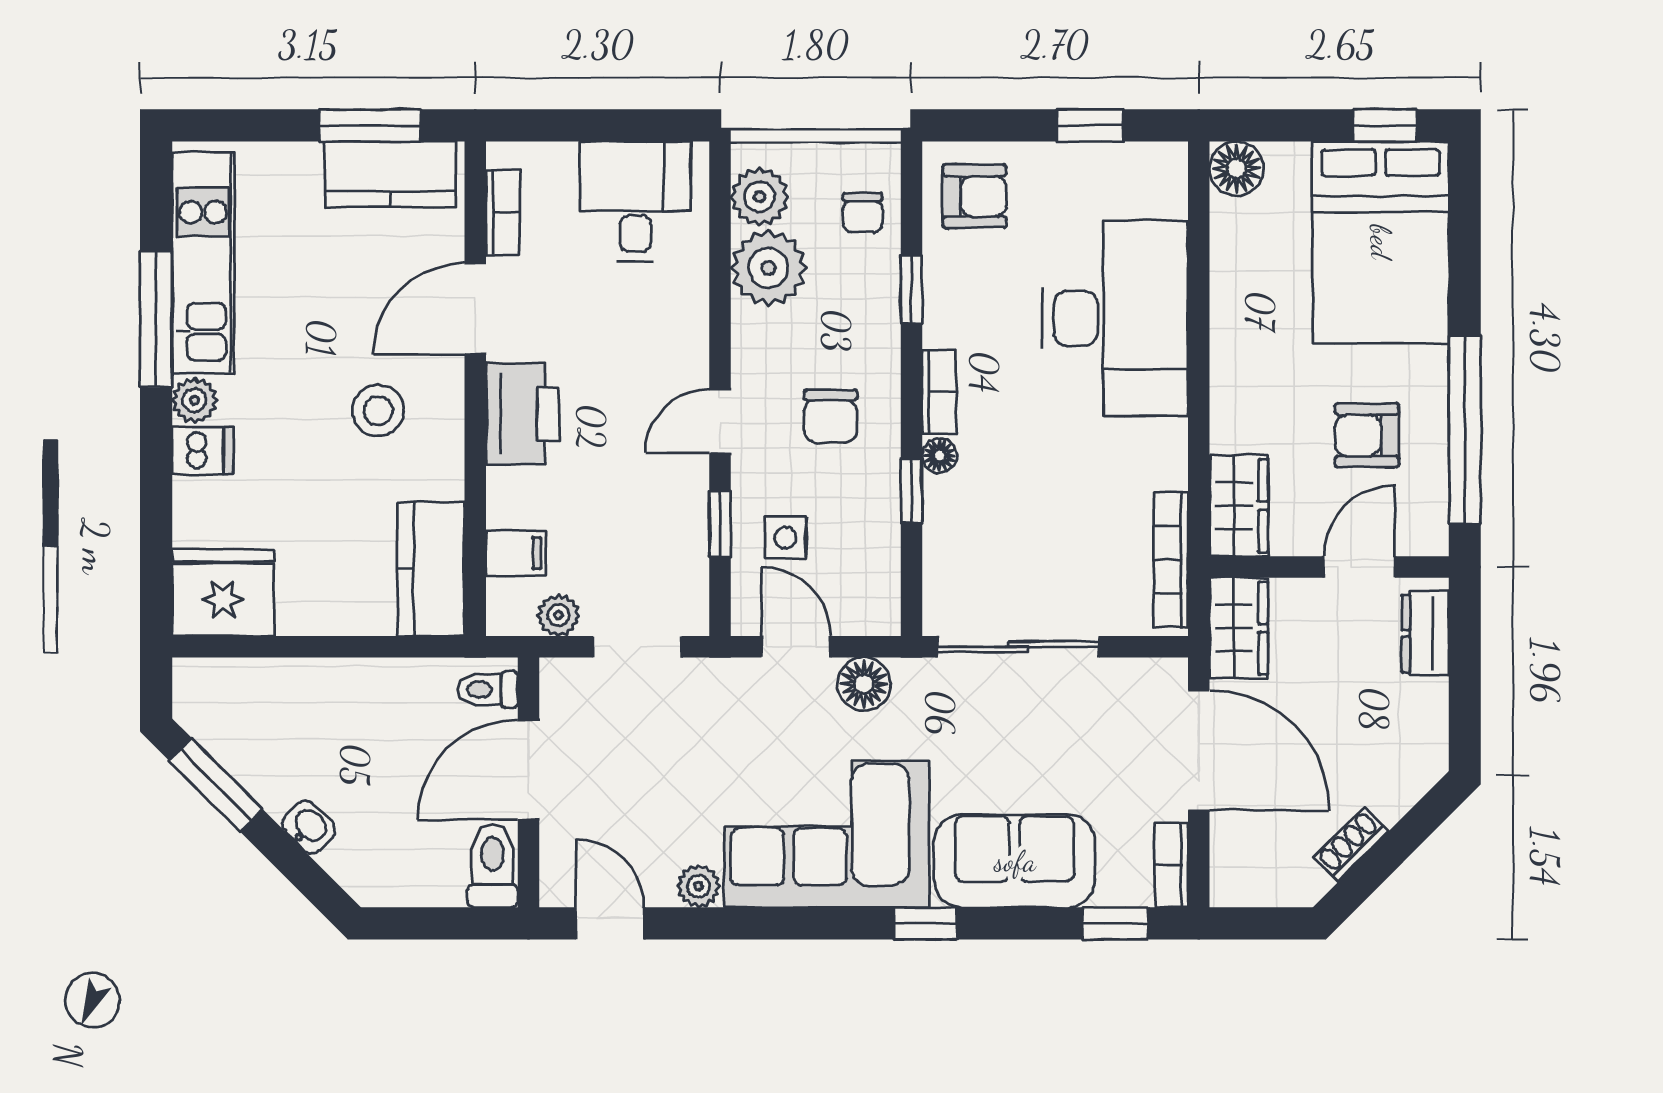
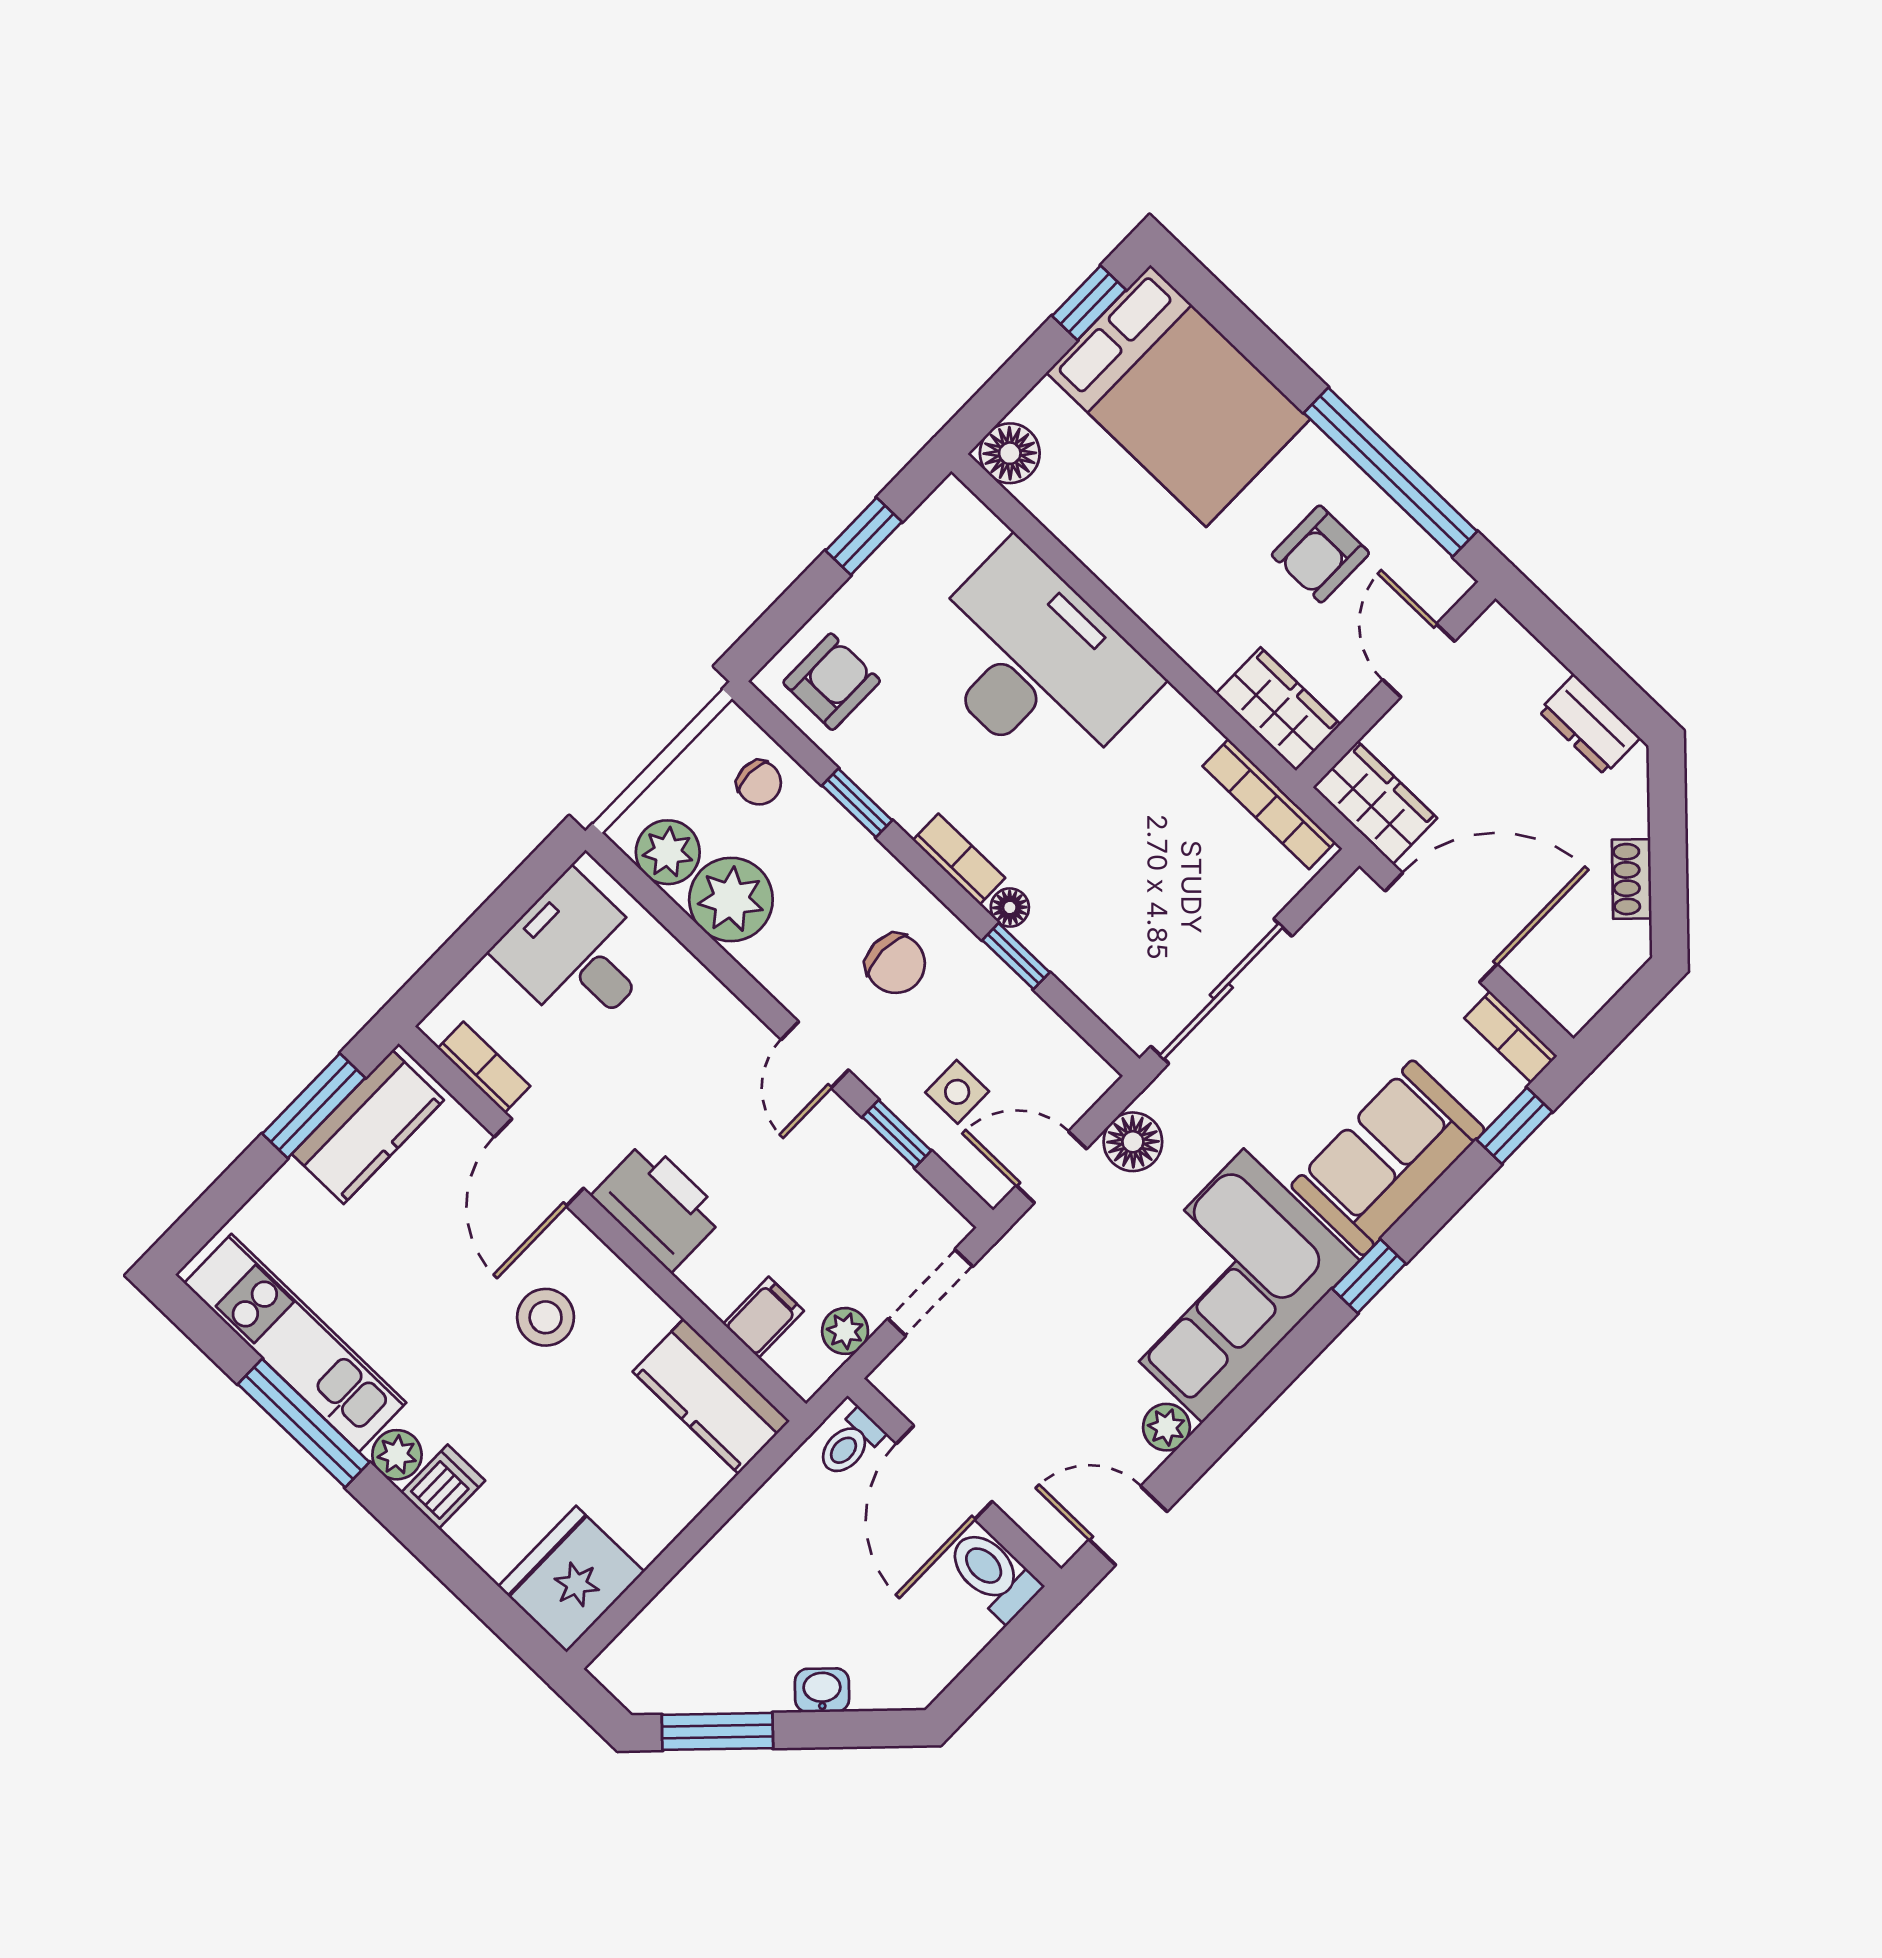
dresser: (1425, 633) -> (1589, 725), moved

